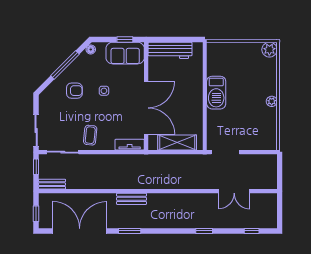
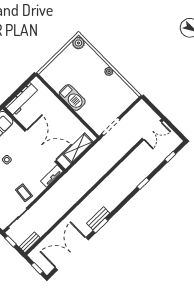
double door: (234, 191) -> (152, 130), moved
bench: (131, 199) -> (98, 218), moved

